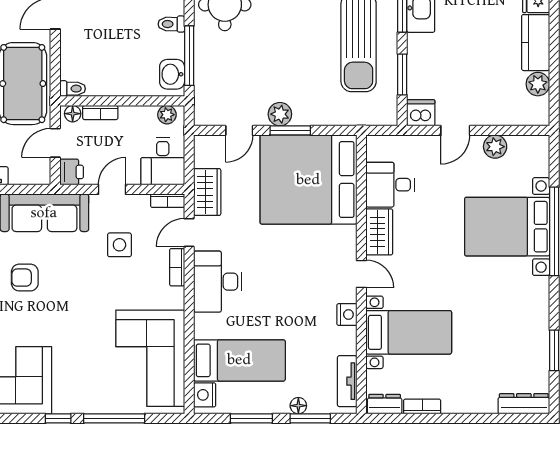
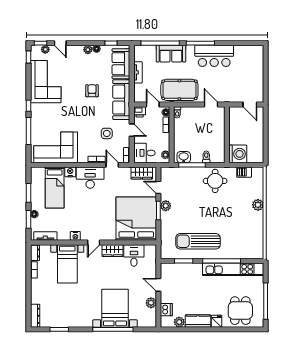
dishwasher: (421, 113) -> (166, 310), moved
wardrobe: (207, 192) -> (142, 173), moved
nightstand: (205, 395) -> (70, 172), moved

